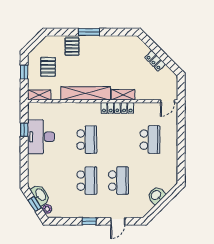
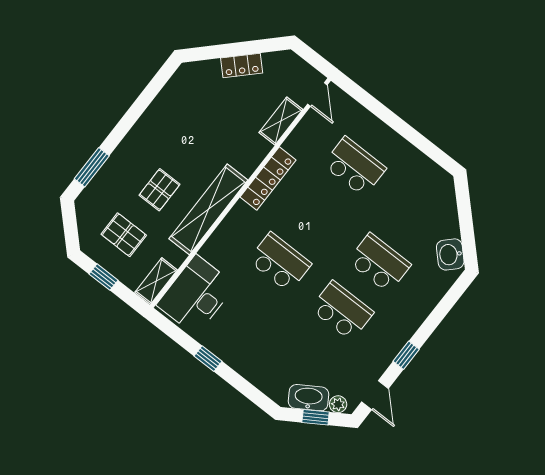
window: (89, 32) -> (92, 167), moved
pallet: (72, 47) -> (159, 190), moved, turned 90
shelving: (123, 95) -> (281, 121), moved
window: (24, 130) -> (208, 359), moved
desk: (41, 137) -> (196, 295), moved, turned 90
washbasin: (156, 195) -> (450, 254), moved
door: (118, 221) -> (375, 395), moved

